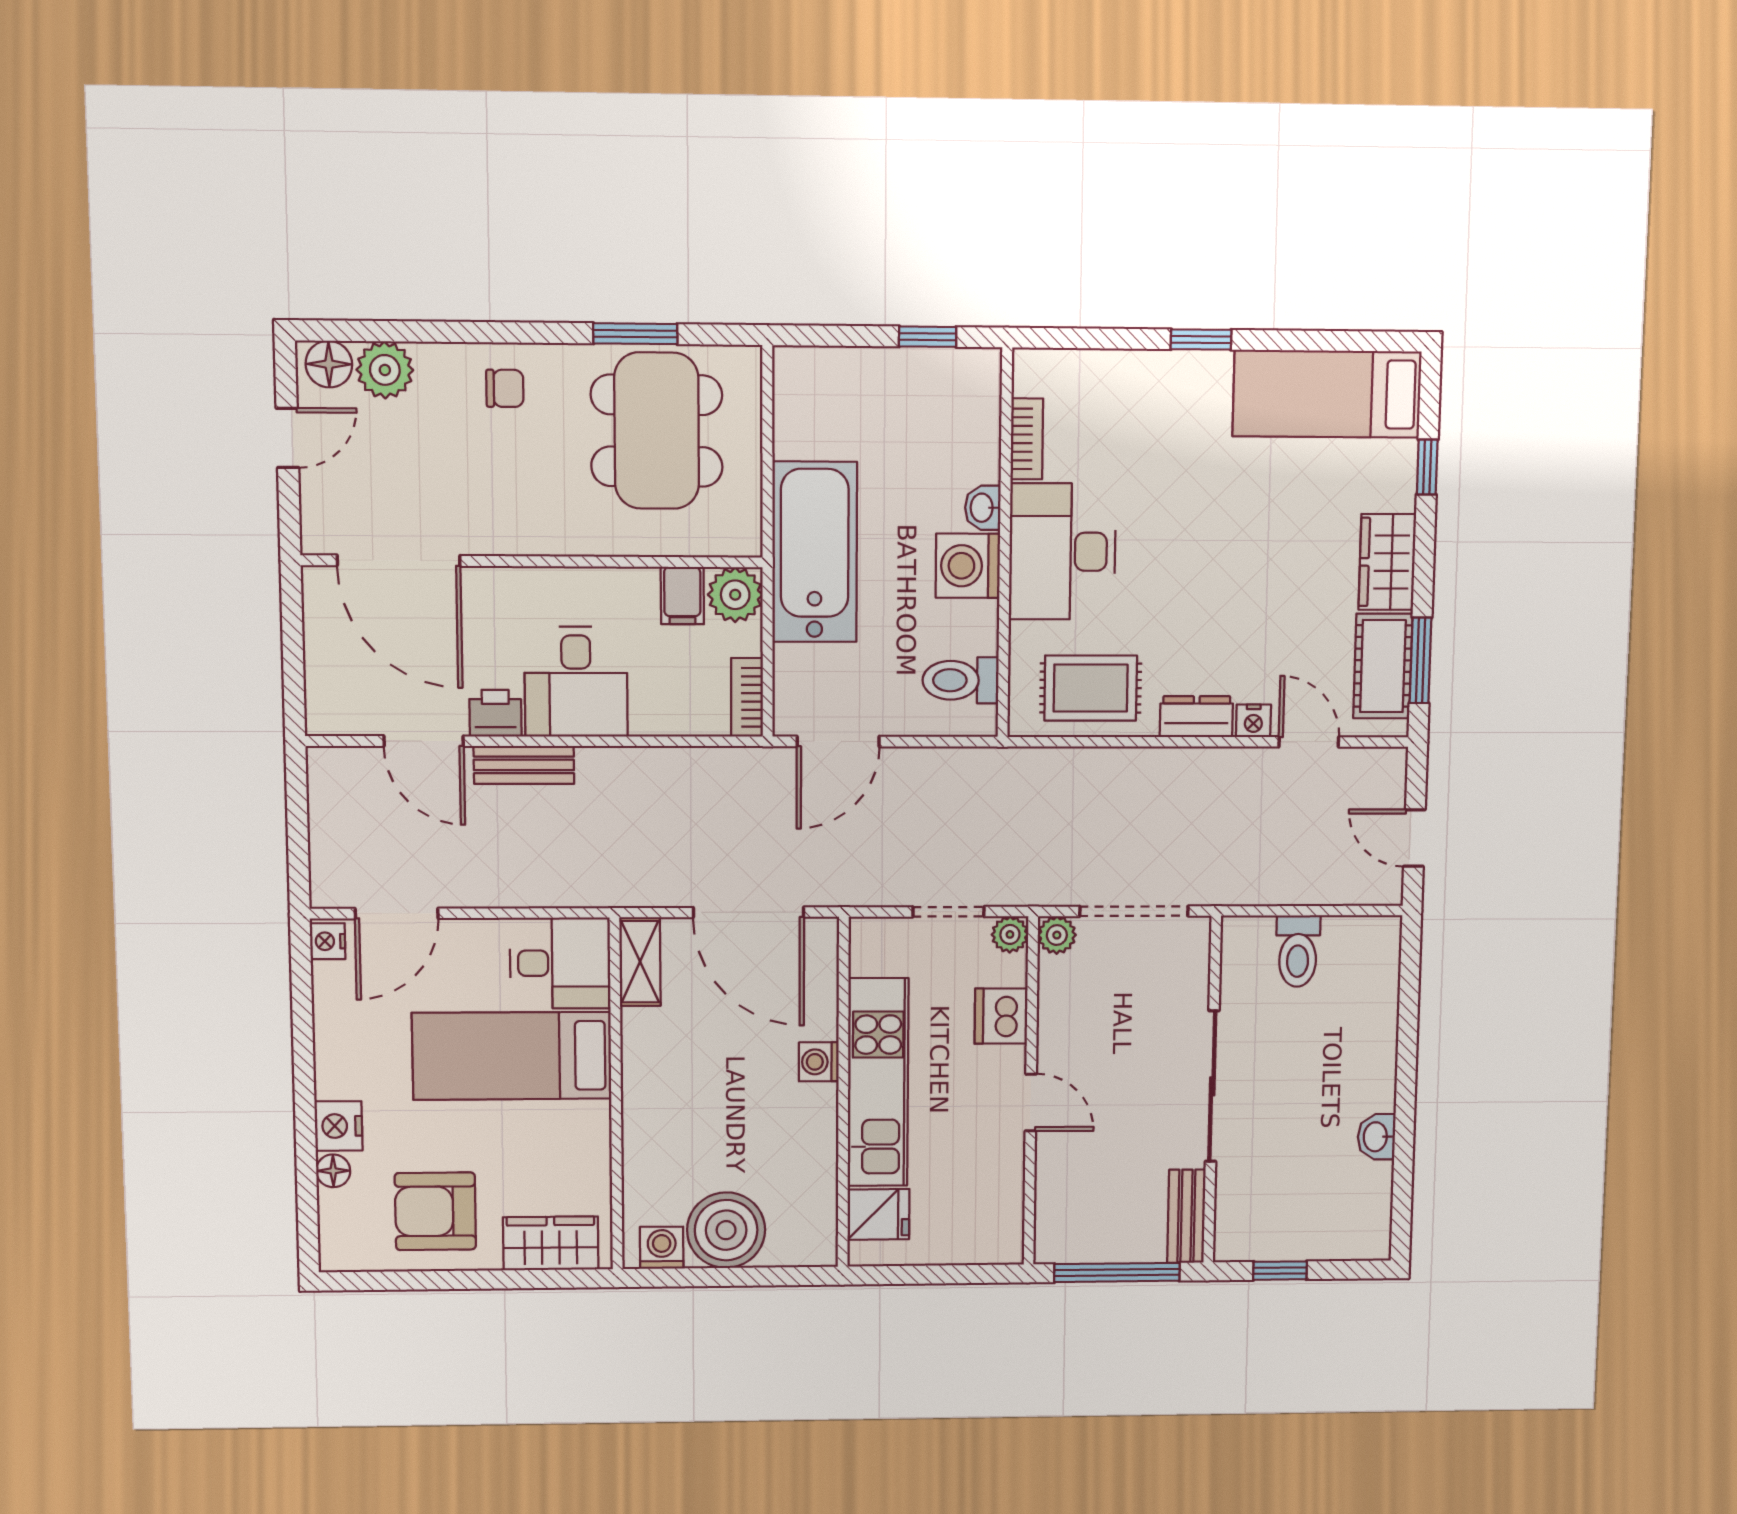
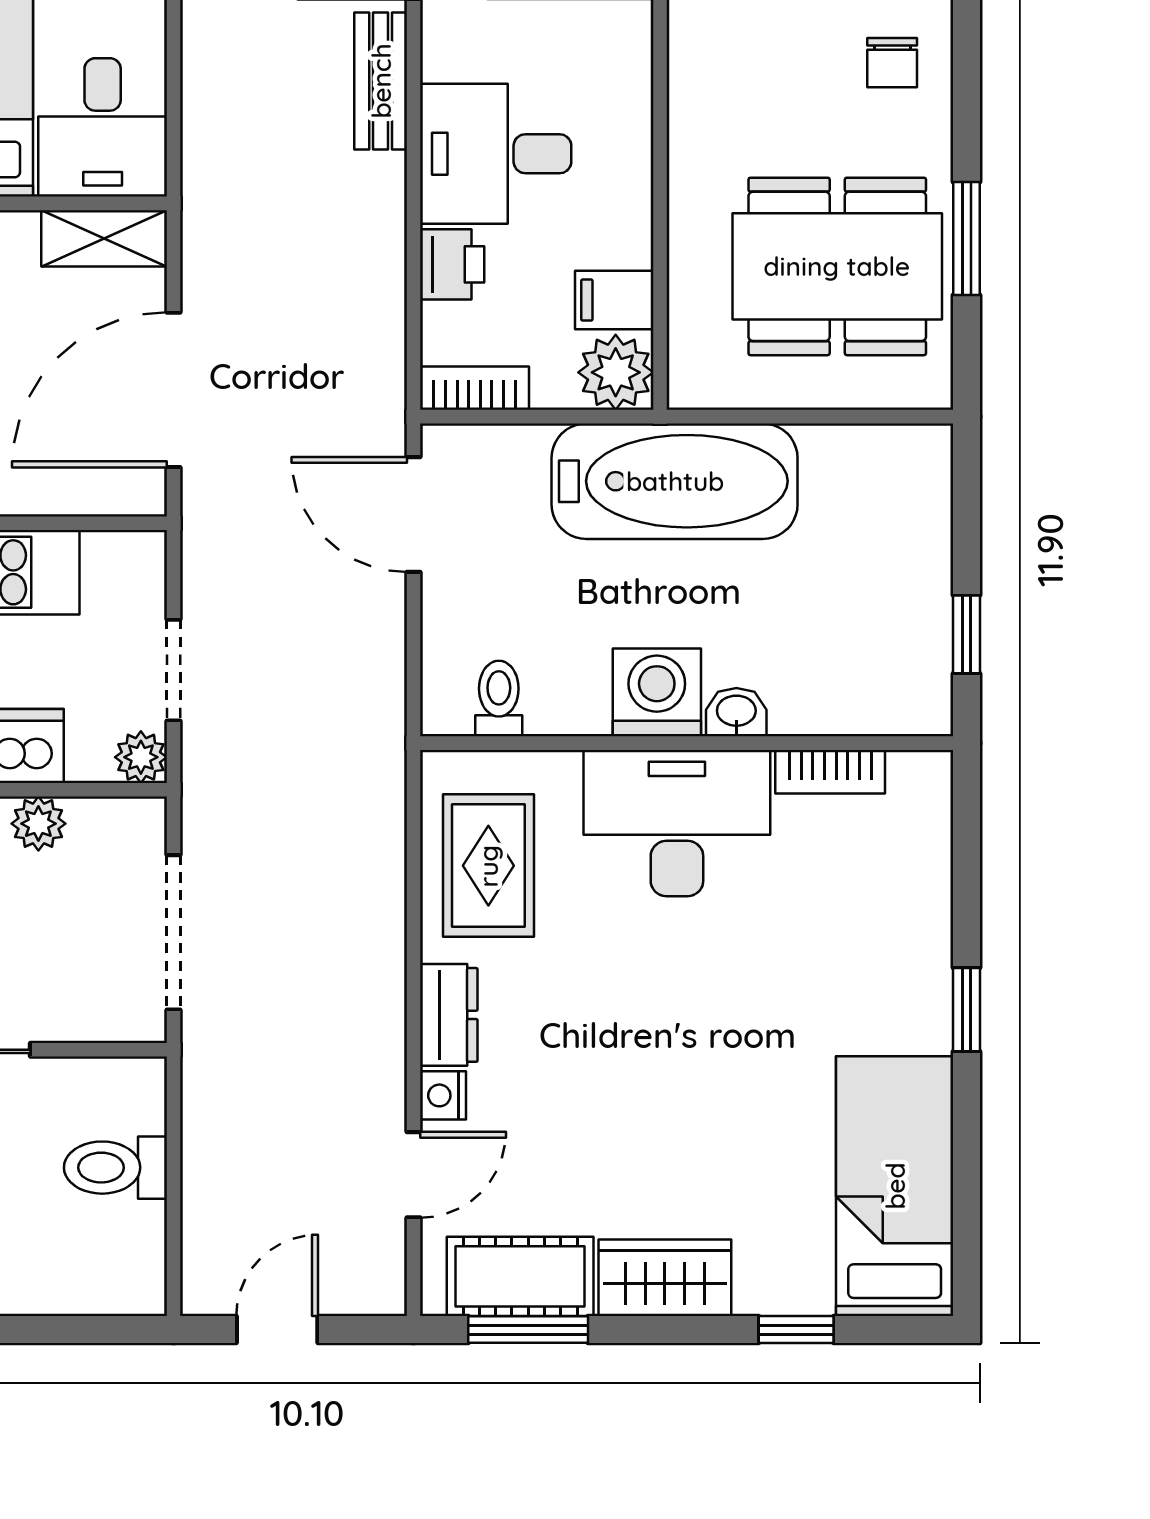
toilet: (960, 680) -> (499, 698), width x0.73, depth x0.72
printer: (495, 713) -> (452, 264), moved
plant: (1057, 935) -> (38, 824), moved

